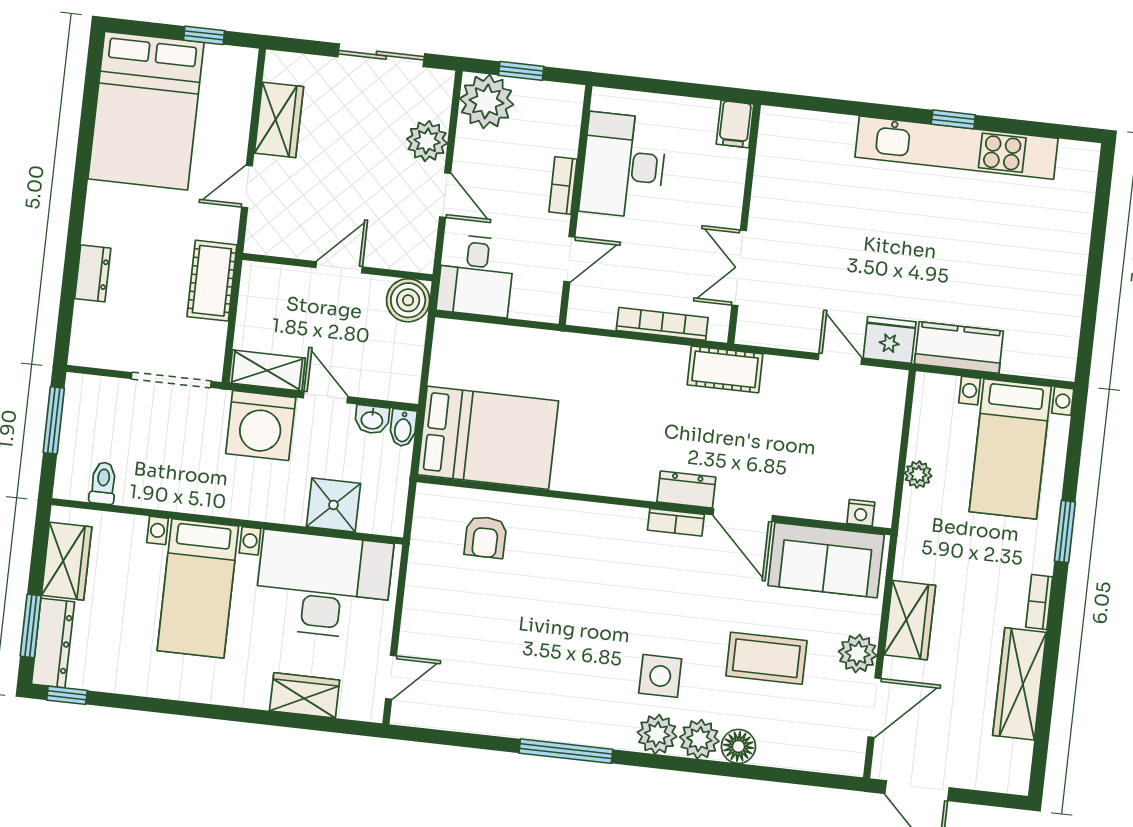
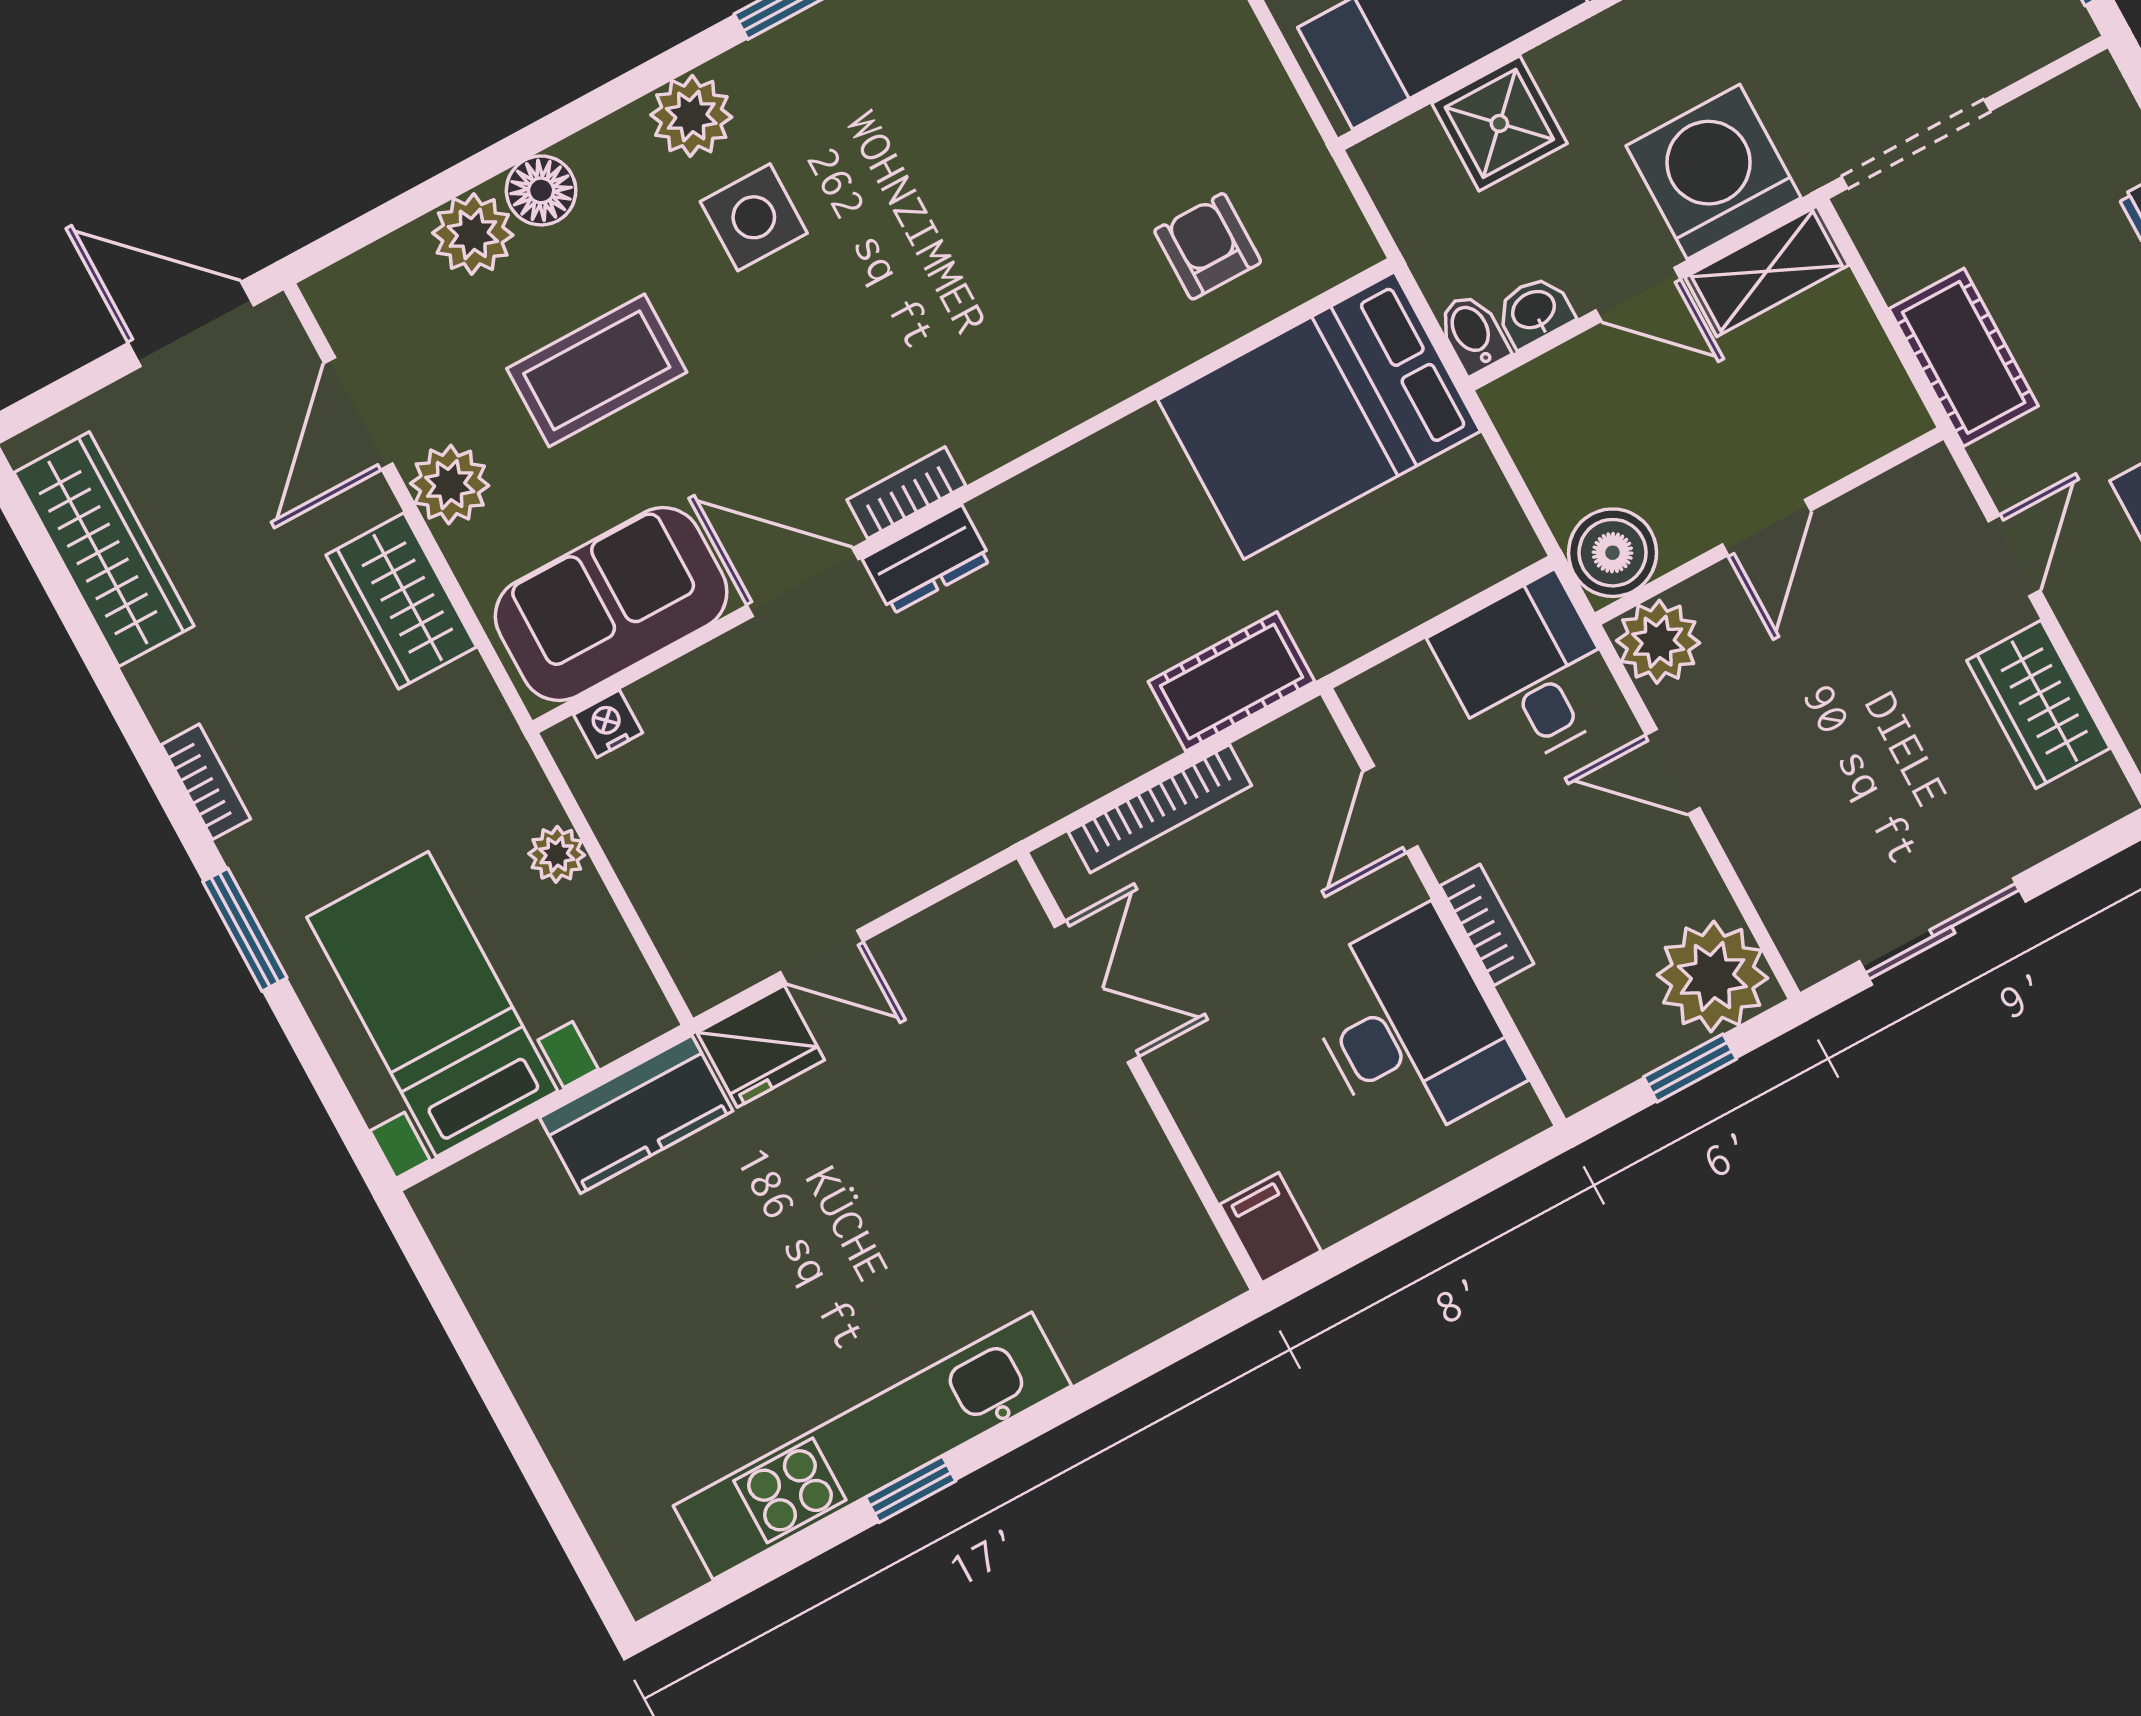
plant: (427, 141) -> (1658, 642), moved
cot: (725, 369) -> (1231, 682), moved
wardrobe: (1020, 684) -> (104, 549), moved
plant: (699, 739) -> (473, 234), moved

